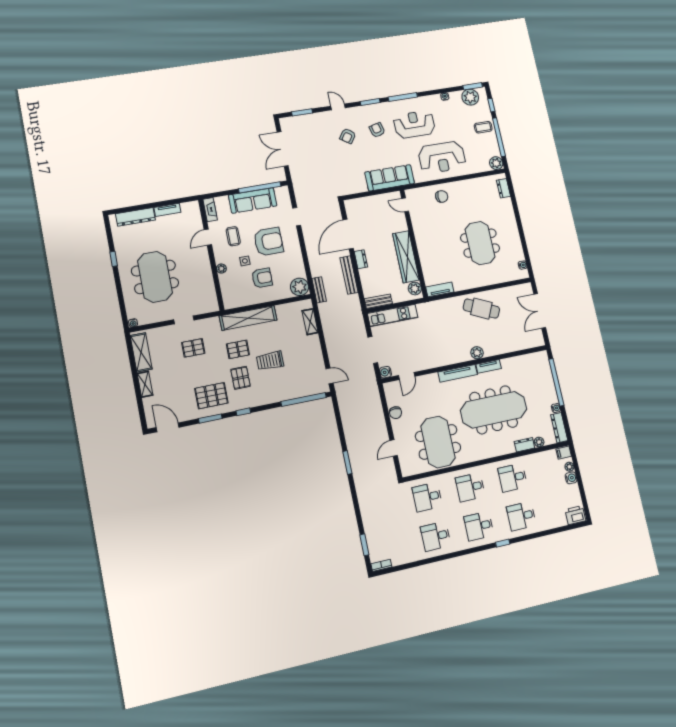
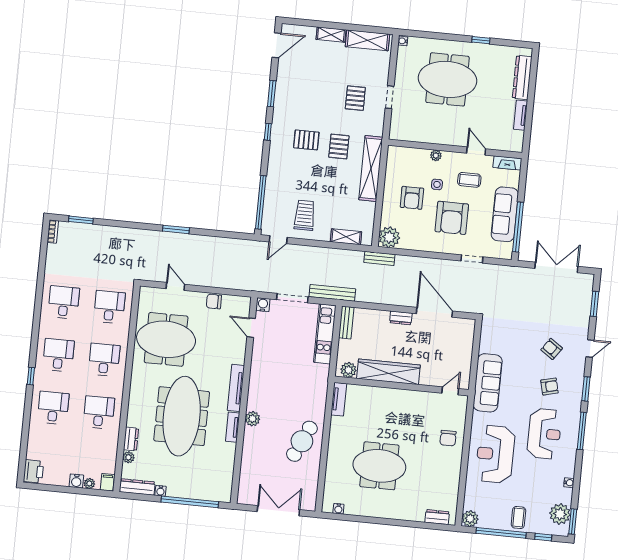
bench: (349, 275) -> (332, 293), moved
trolley: (270, 361) -> (305, 215), moved
pallet: (211, 396) -> (296, 102), removed

